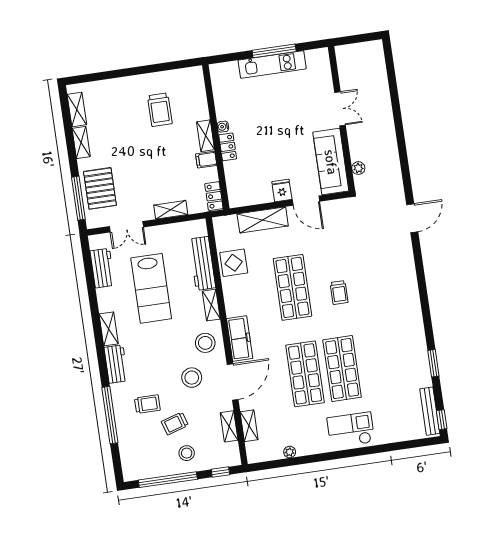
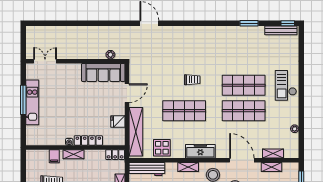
double door: (340, 109) -> (45, 61), moved
locker: (228, 147) -> (88, 140), width x1.53
filing cabinet: (206, 160) -> (54, 156), moved
fridge: (282, 190) -> (118, 122), moved
shelving: (263, 220) -> (136, 132), width x1.47
workbench: (202, 263) -> (147, 169), moved
freezer: (240, 338) -> (200, 151), moved

